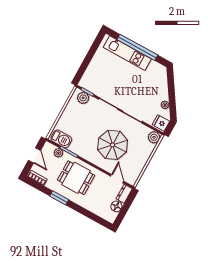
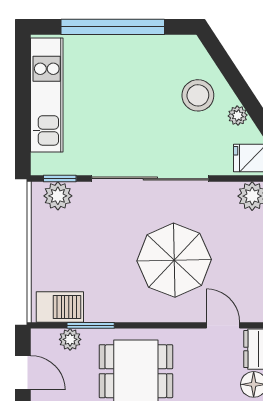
kitchen unit: (127, 53) -> (47, 95), moved, turned -90
stool: (155, 89) -> (198, 95), added

